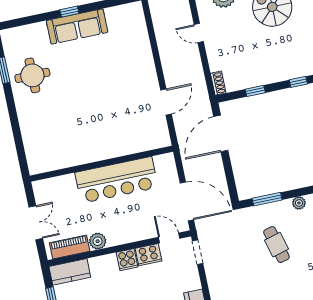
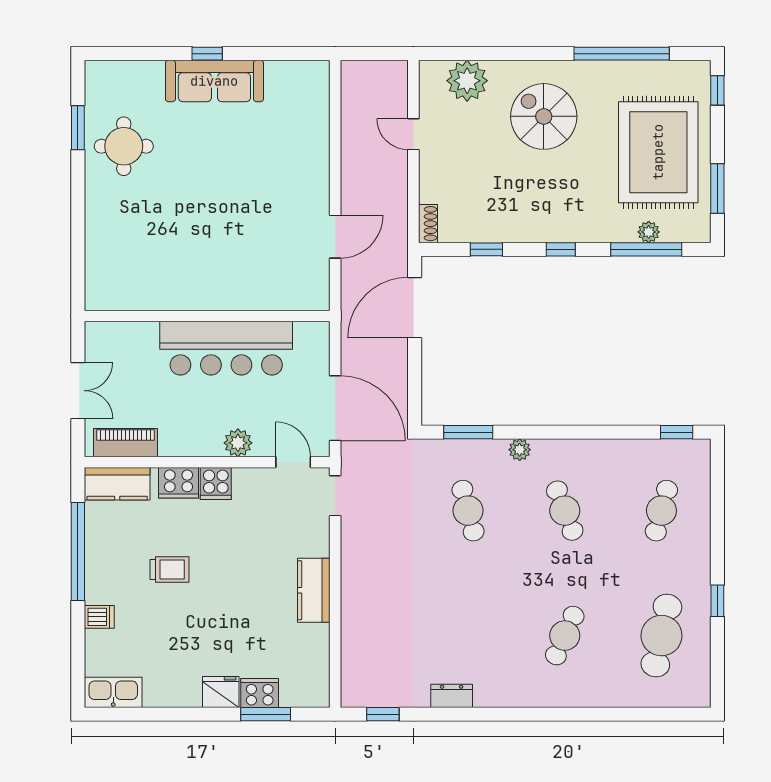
plant: (98, 241) -> (238, 443), moved
cooker: (148, 255) -> (179, 483), moved

